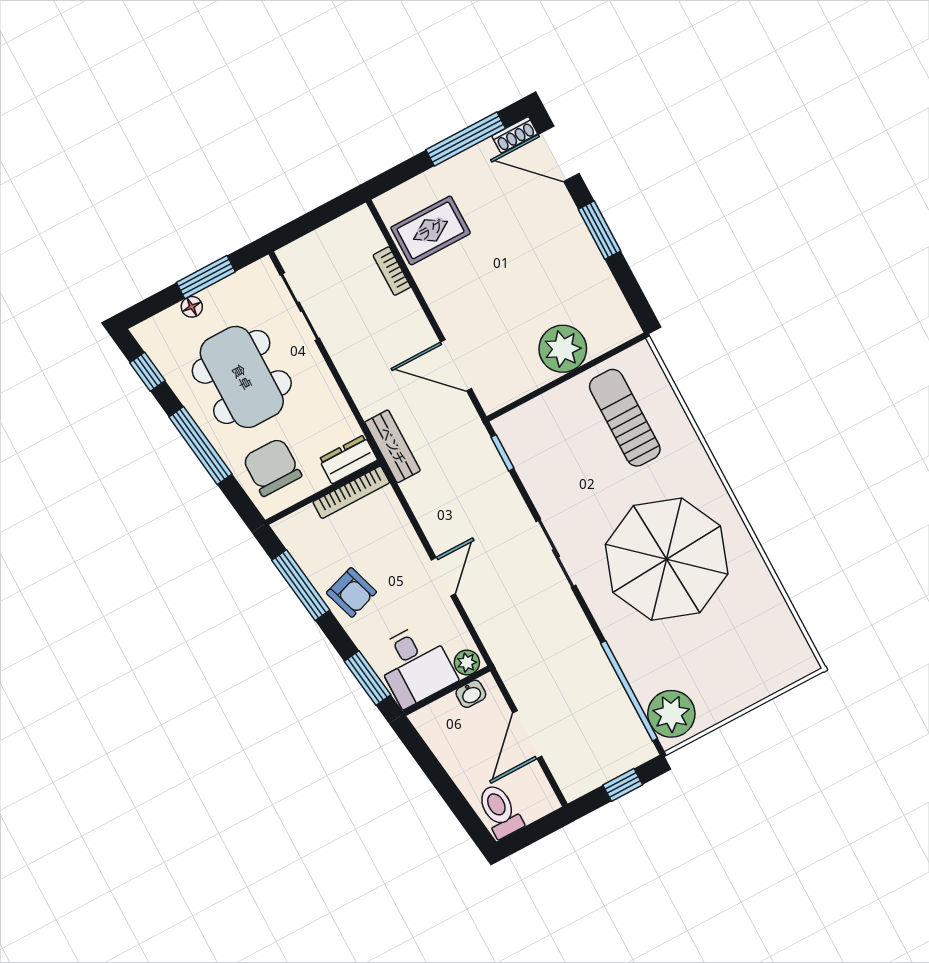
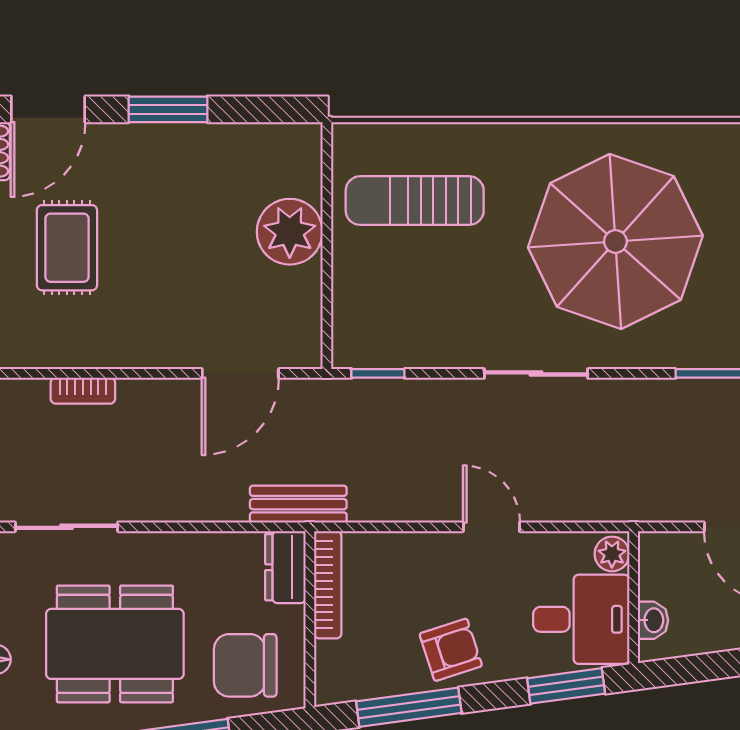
rug: (431, 230) -> (67, 248), moved
washbasin: (471, 694) -> (653, 620), moved

